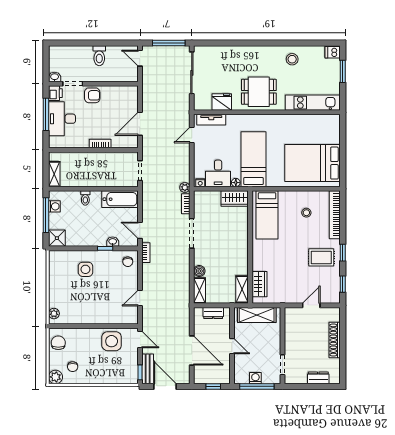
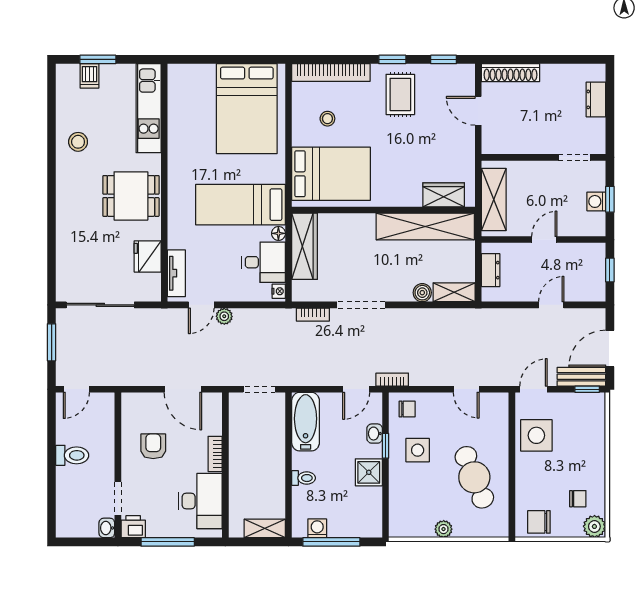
window: (169, 43) -> (52, 342), width x0.69
dishwasher: (333, 52) -> (89, 76), moved
dining table: (259, 92) -> (131, 196), turned 90
armchair: (92, 95) -> (153, 446), moved
desk: (62, 119) -> (200, 501), moved, turned -90
door: (192, 135) -> (201, 305), hinge flipped
plant: (185, 187) -> (224, 316), moved
wardrobe: (235, 199) -> (305, 246), width x1.50
bed: (267, 215) -> (331, 174), width x1.50
shower: (57, 238) -> (369, 472), moved
side table: (85, 269) -> (418, 450), moved
shelving: (242, 289) -> (425, 227), width x2.20, depth x1.33
cafe table: (86, 303) -> (474, 477), added
plant: (54, 314) -> (444, 529), moved
shoe rack: (335, 340) -> (510, 73), moved
door: (192, 350) -> (551, 305), width x0.53
window: (257, 386) -> (610, 199), width x0.46

